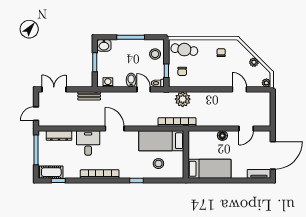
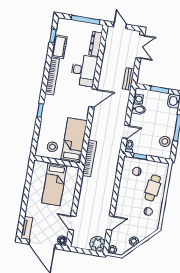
cafe table: (184, 50) -> (153, 188), moved
stool: (155, 54) -> (165, 141), moved
bidet: (131, 80) -> (139, 109), moved
plant: (183, 99) -> (97, 244), moved
floor lamp: (222, 136) -> (62, 241), moved
desk: (88, 143) -> (84, 70), width x1.37
stool: (158, 164) -> (52, 147), moved
bed: (209, 169) -> (54, 184), moved
cot: (51, 172) -> (59, 47), moved

